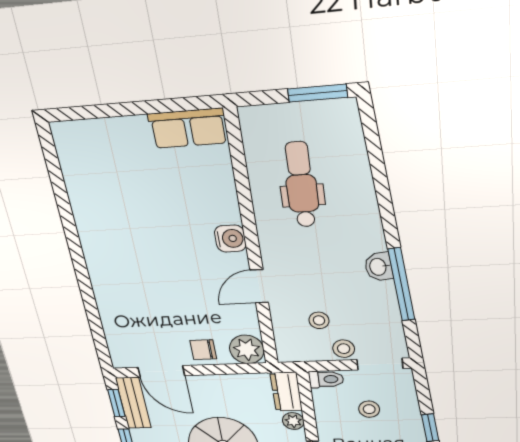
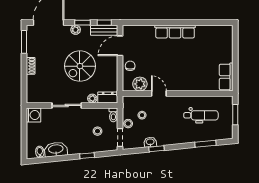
window: (318, 93) -> (235, 115), moved
window: (378, 168) -> (205, 144), added
water cooler: (230, 239) -> (181, 85), removed
row of seats: (100, 259) -> (175, 32), added
washbasin: (379, 267) -> (150, 142), moved
window: (401, 285) -> (157, 149), width x0.46
plant: (247, 349) -> (140, 84), moved

